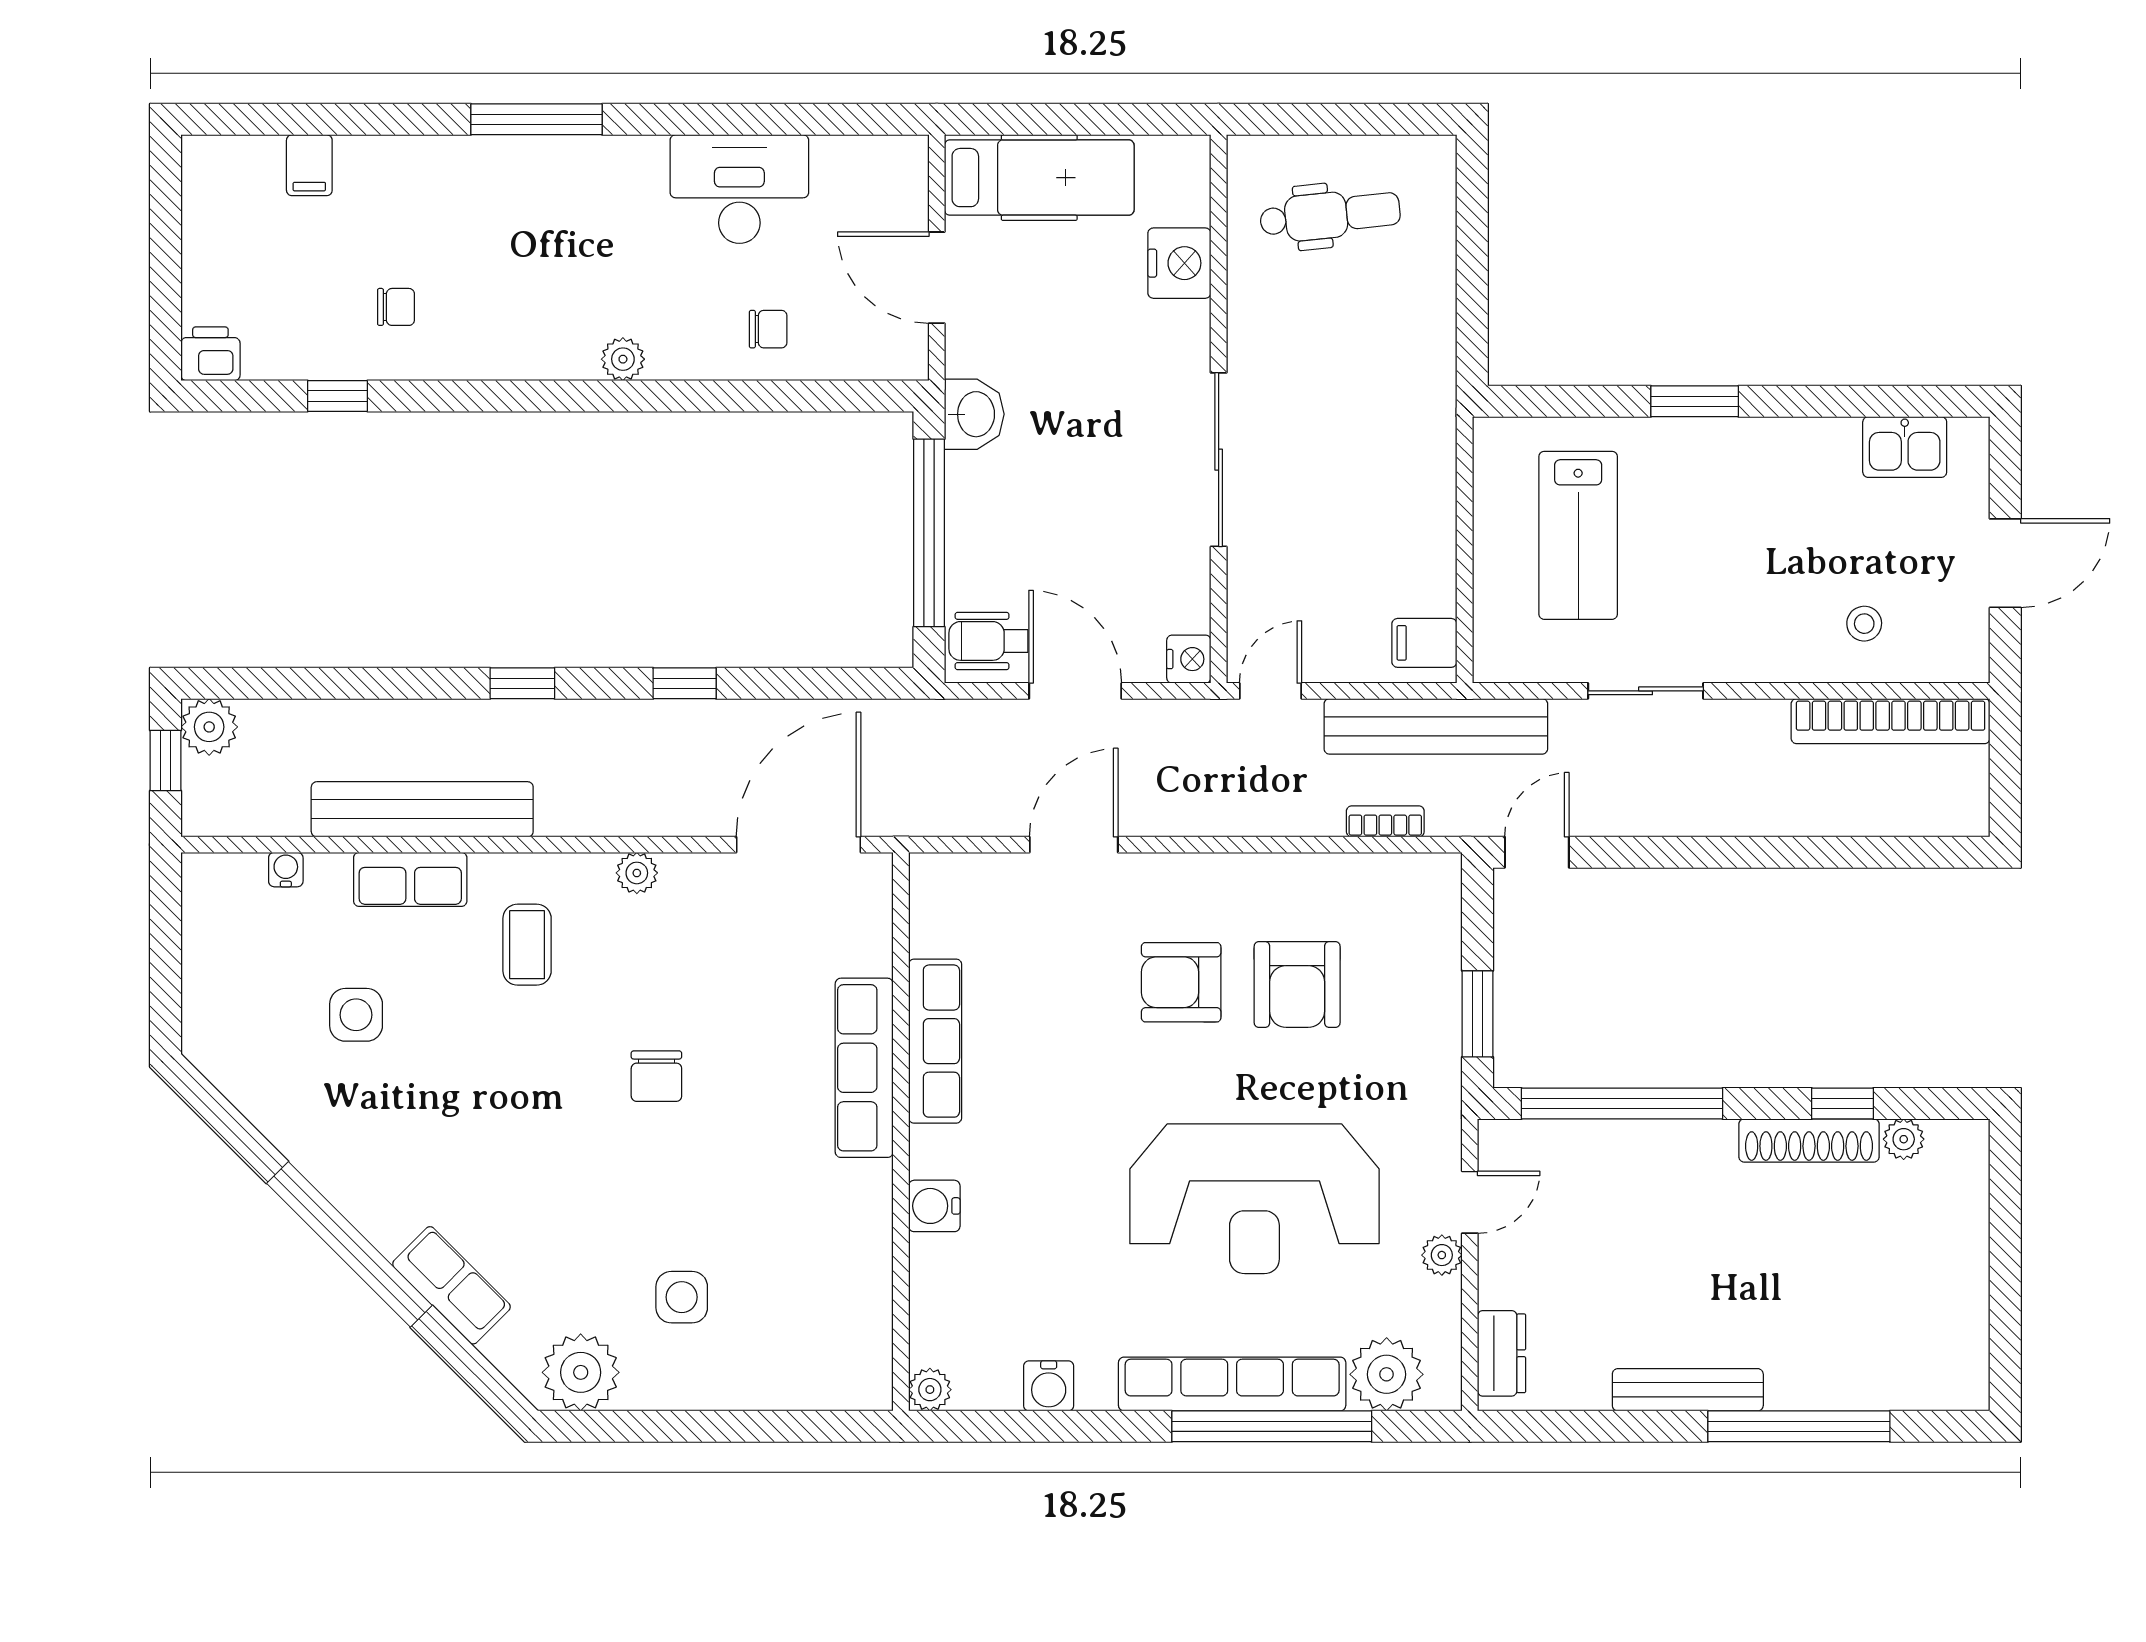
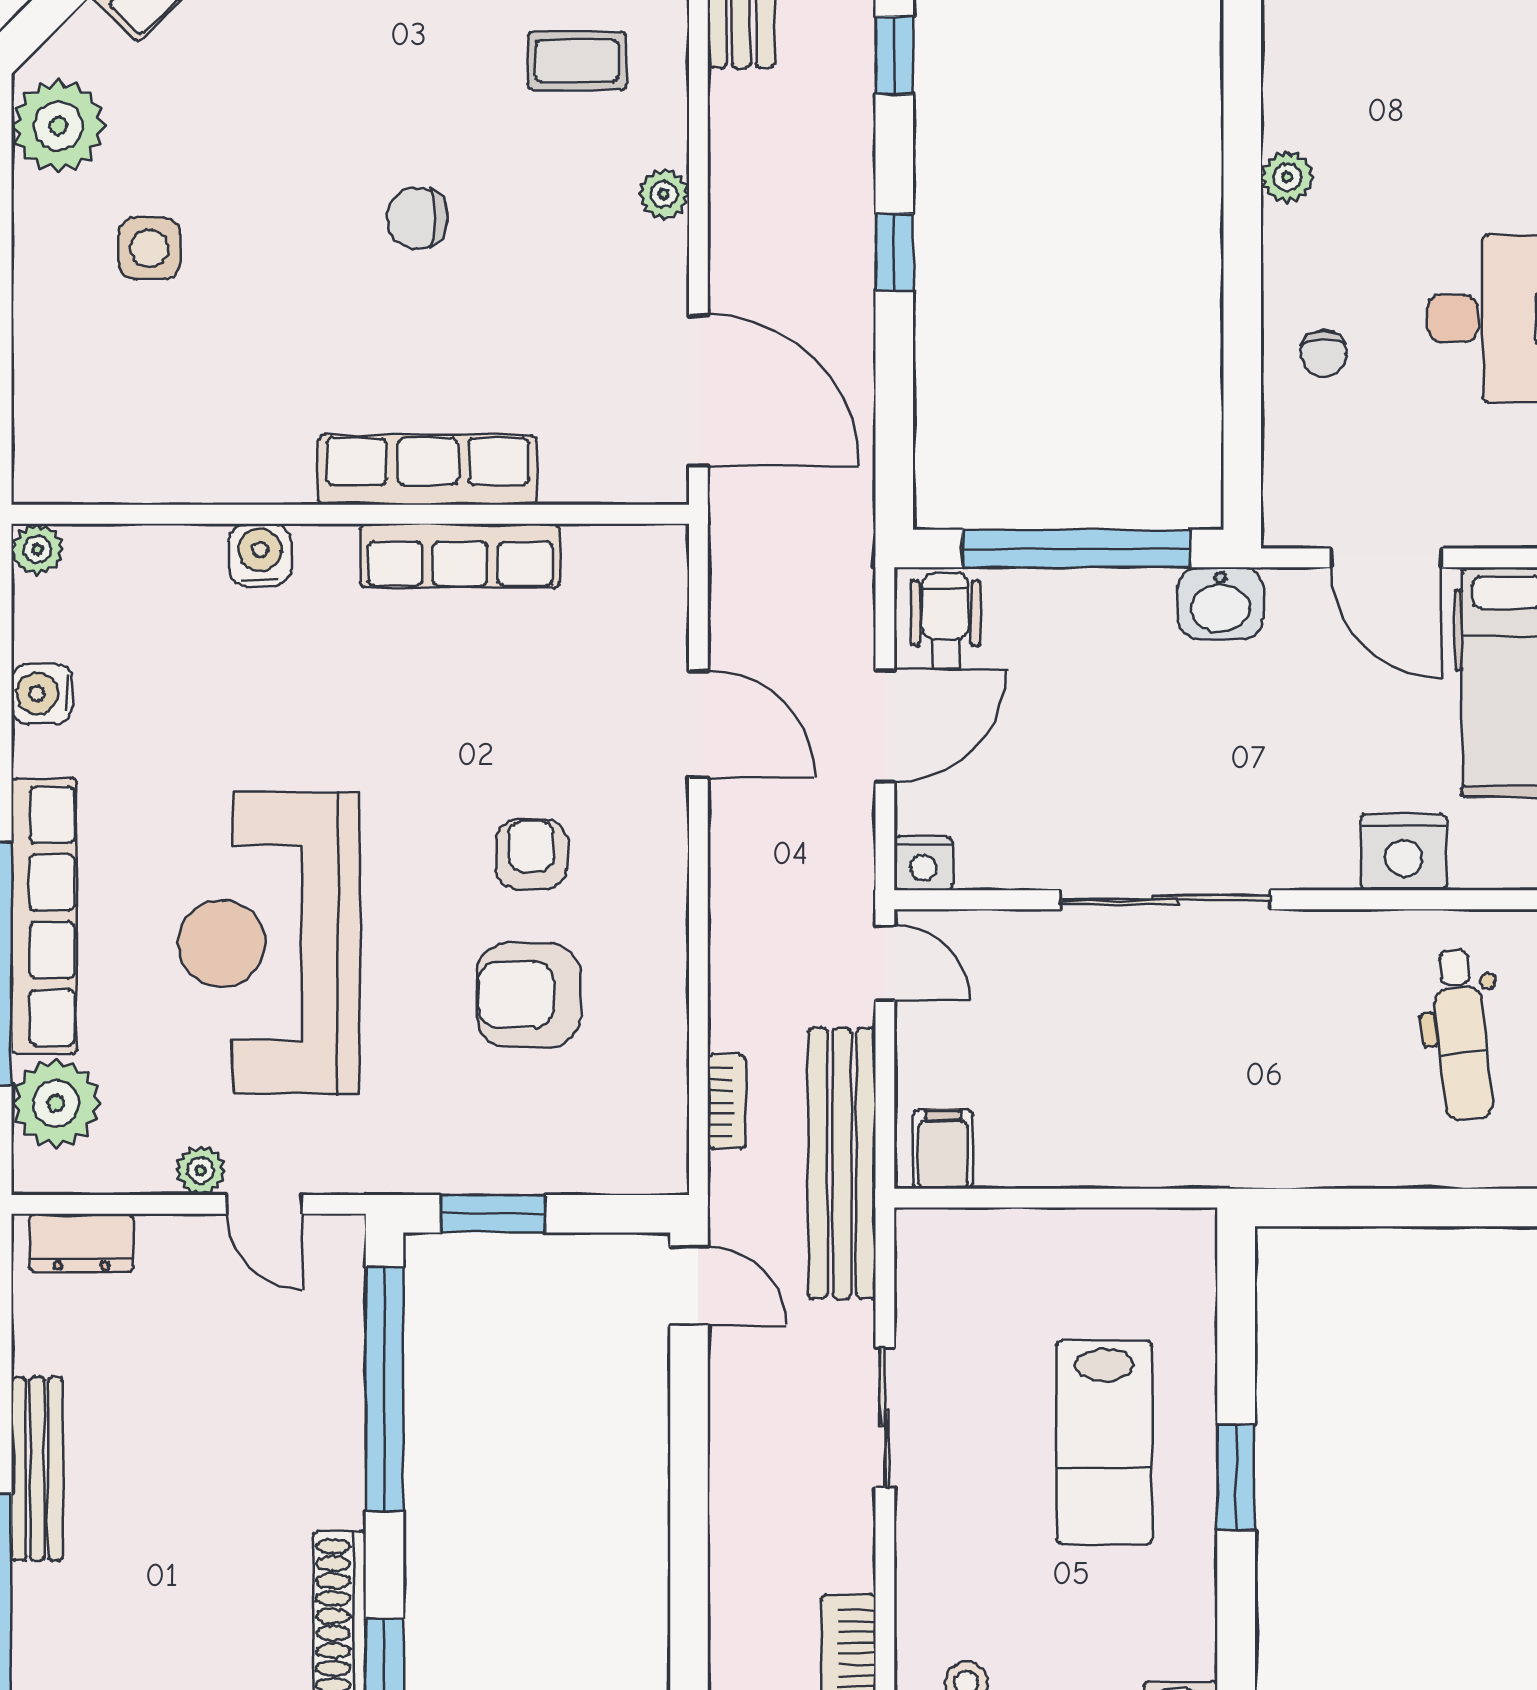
door: (937, 278) -> (1386, 558), swing flipped
lab bench: (1578, 535) -> (1104, 1443), moved, turned -90
armchair: (1181, 982) -> (531, 854), width x0.72, depth x0.72

